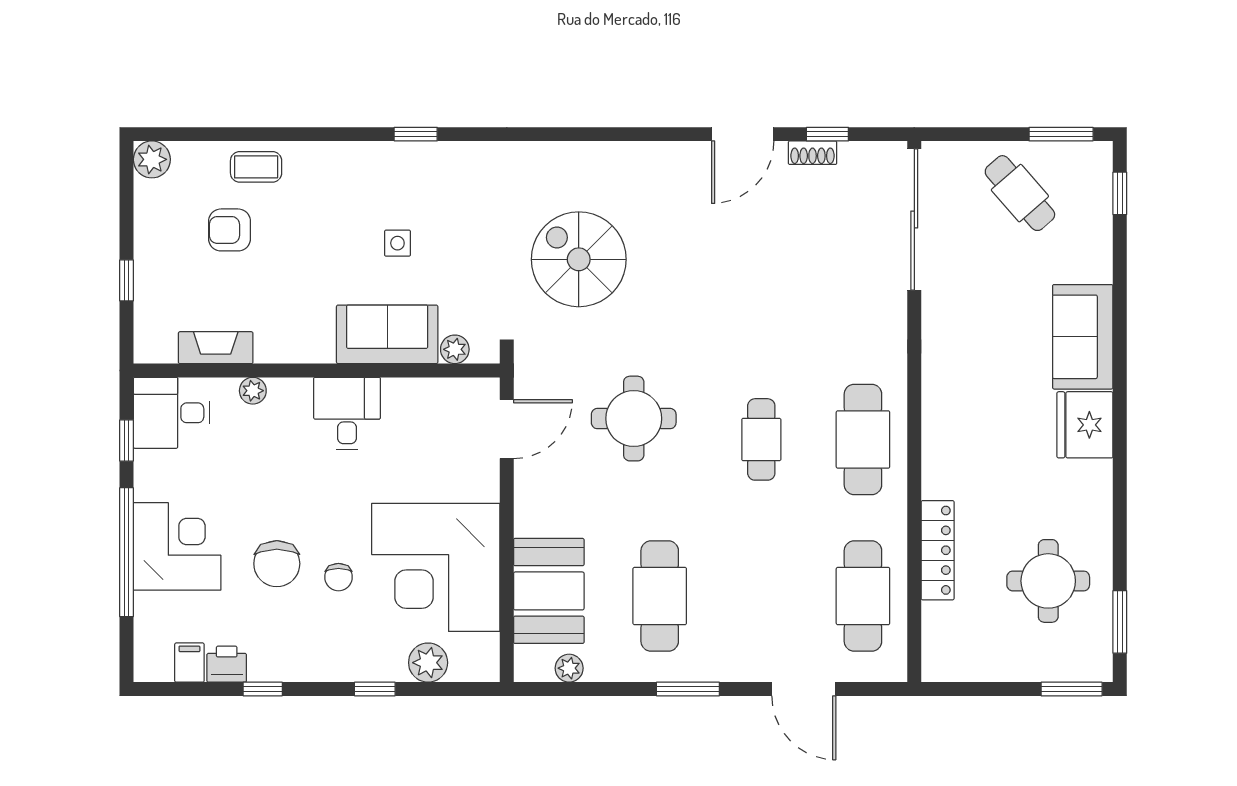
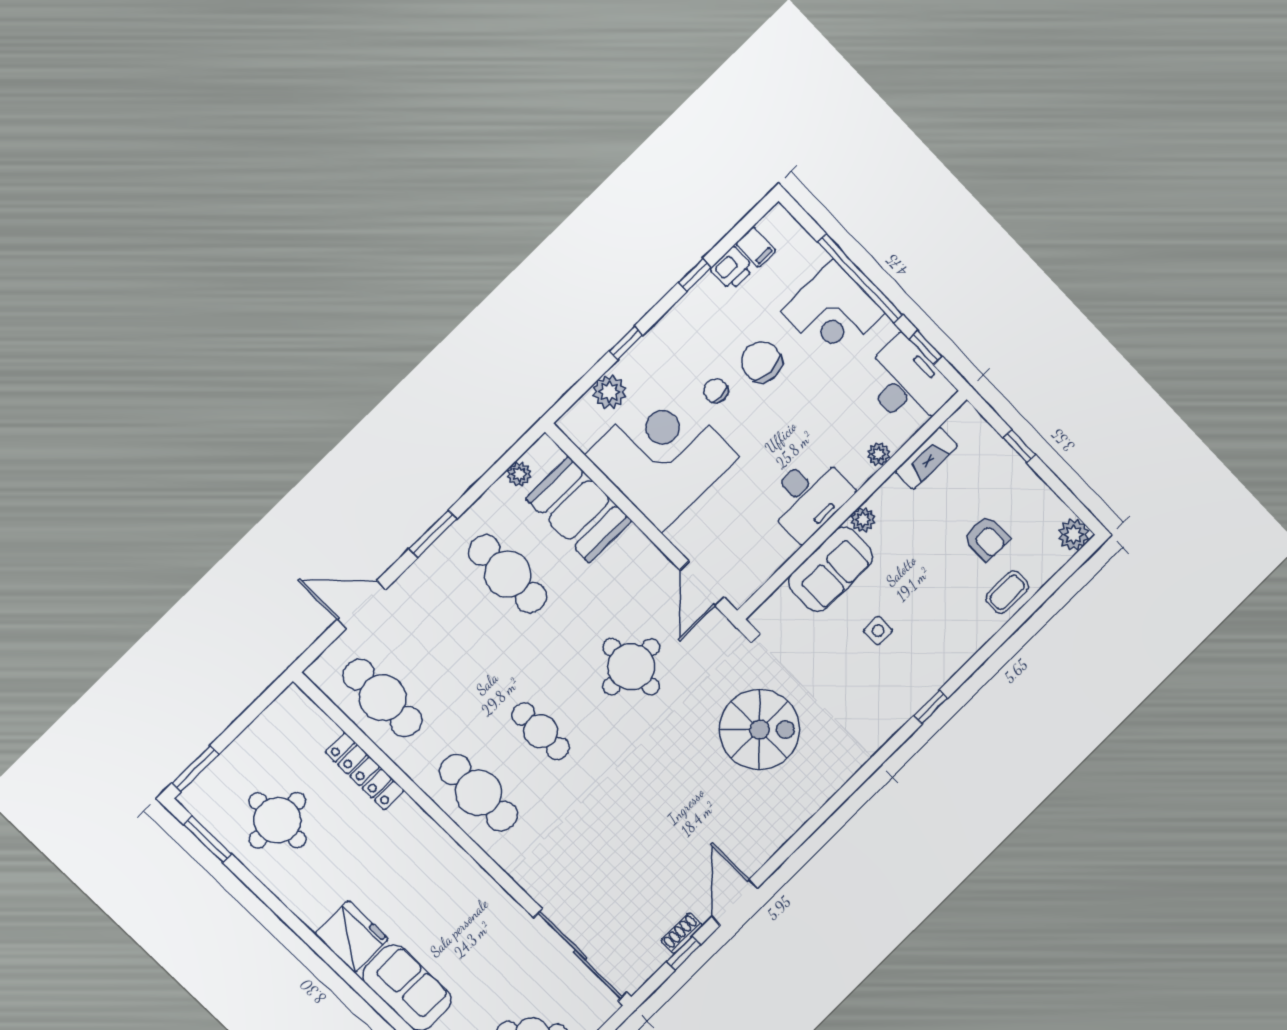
armchair: (230, 230) -> (987, 538), turned 90
plant: (455, 349) -> (863, 520), moved
desk: (172, 413) -> (907, 384), width x1.37
desk: (347, 413) -> (808, 497), width x1.37

